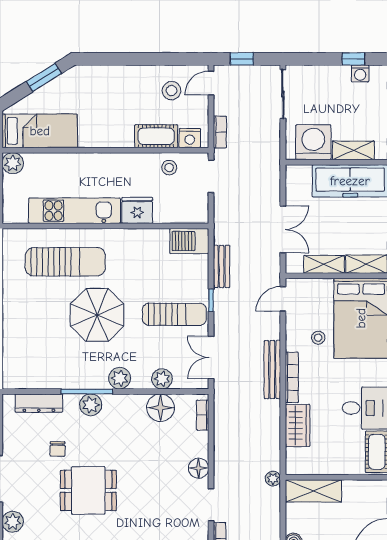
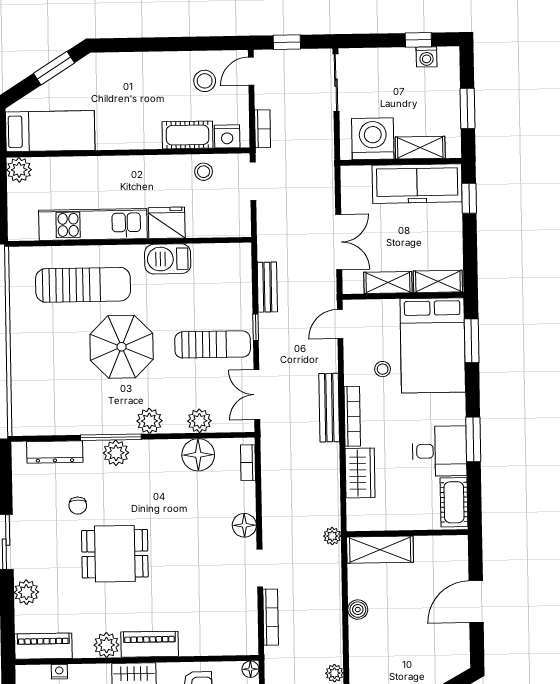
barbecue: (189, 241) -> (168, 259), moved

